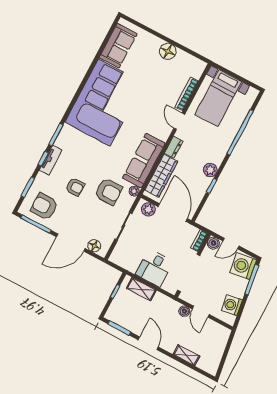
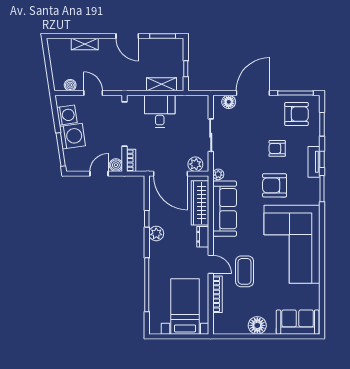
sofa: (118, 46) -> (298, 322), moved, turned 90
coffee table: (155, 101) -> (245, 271), added
armchair: (108, 191) -> (274, 185), moved
washing machine: (243, 266) -> (72, 136), moved
boiler: (184, 311) -> (70, 85), moved

